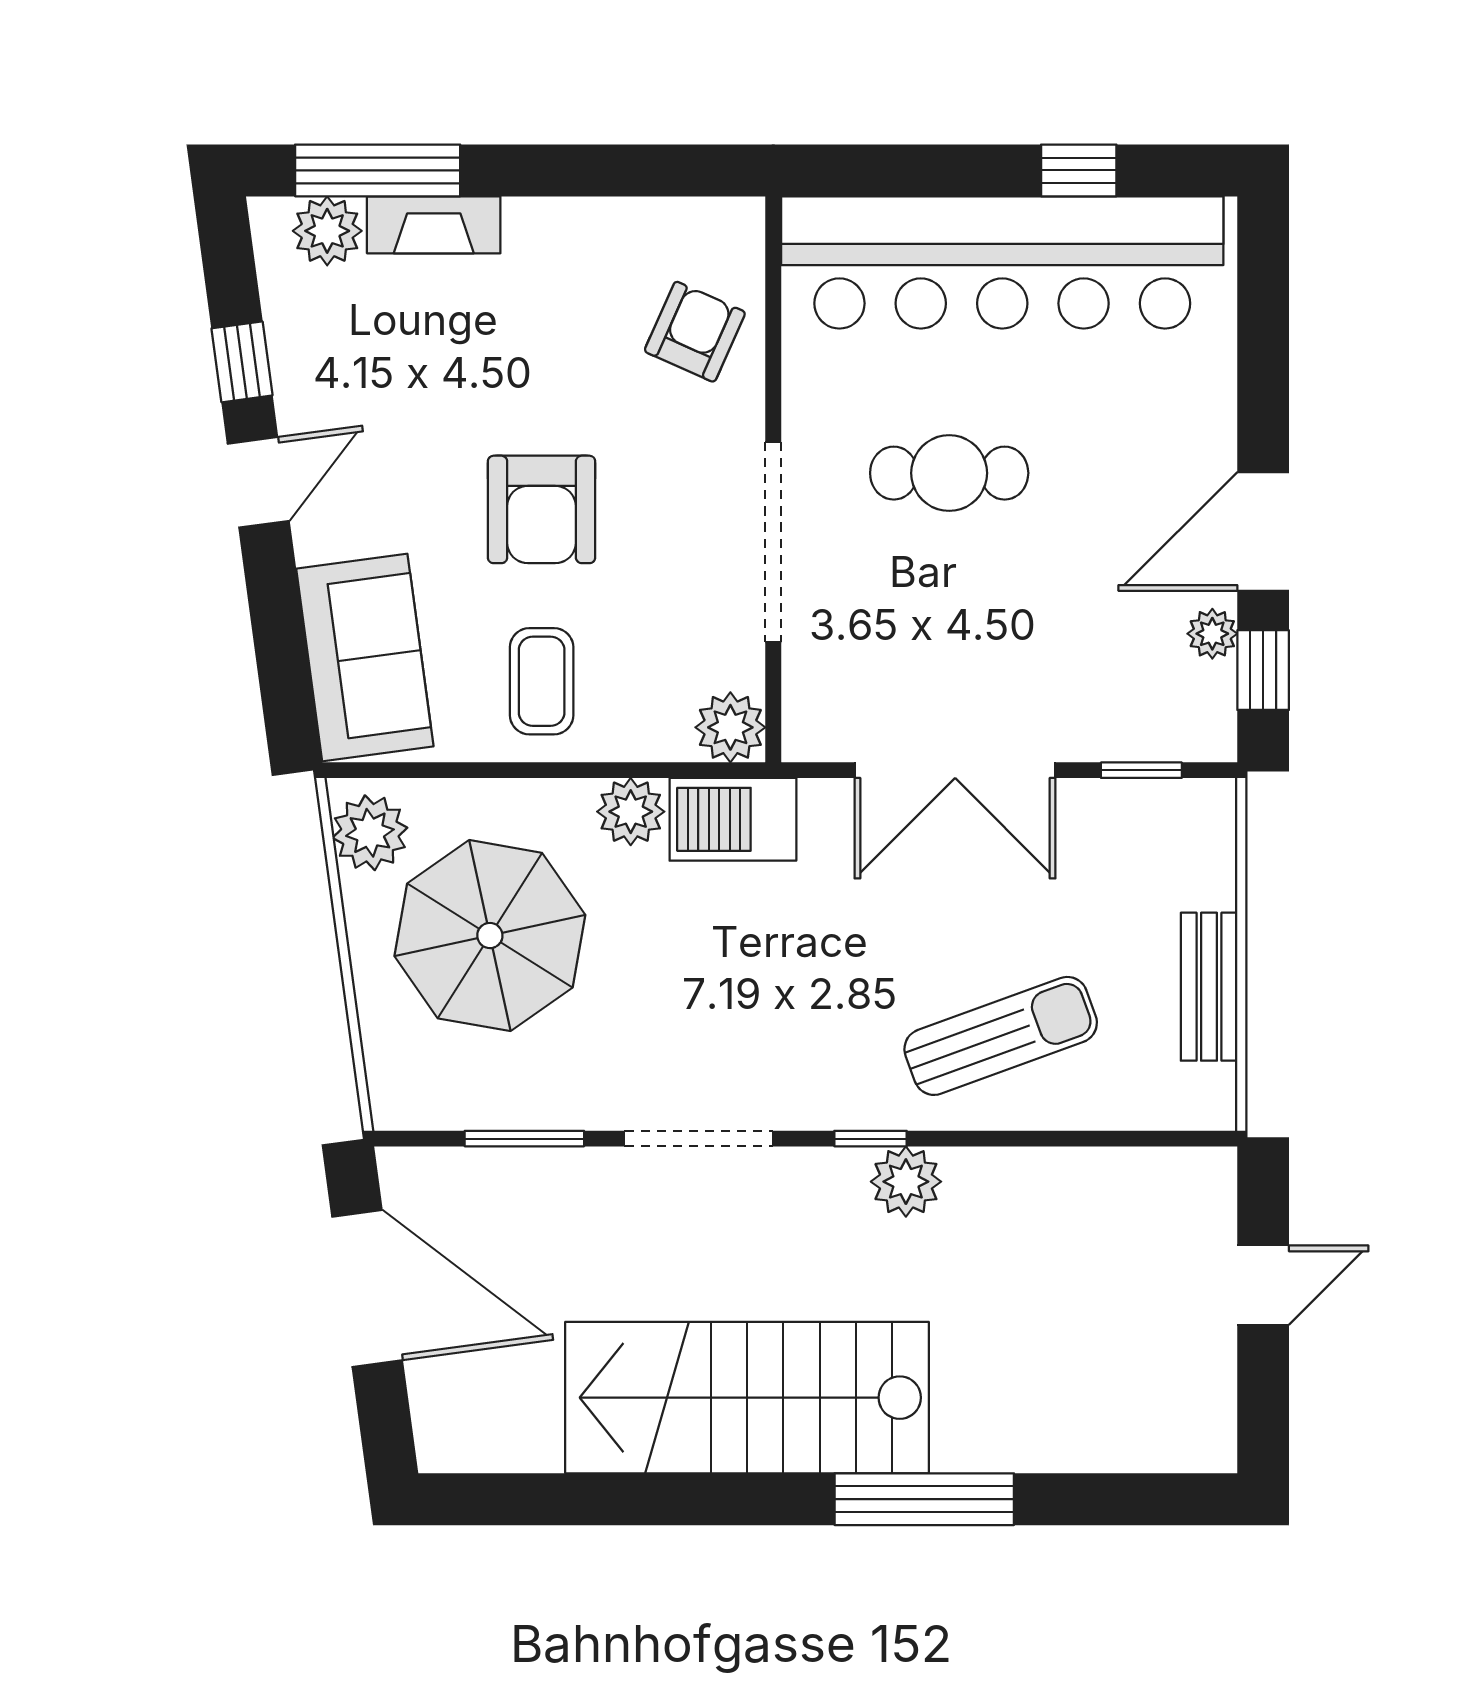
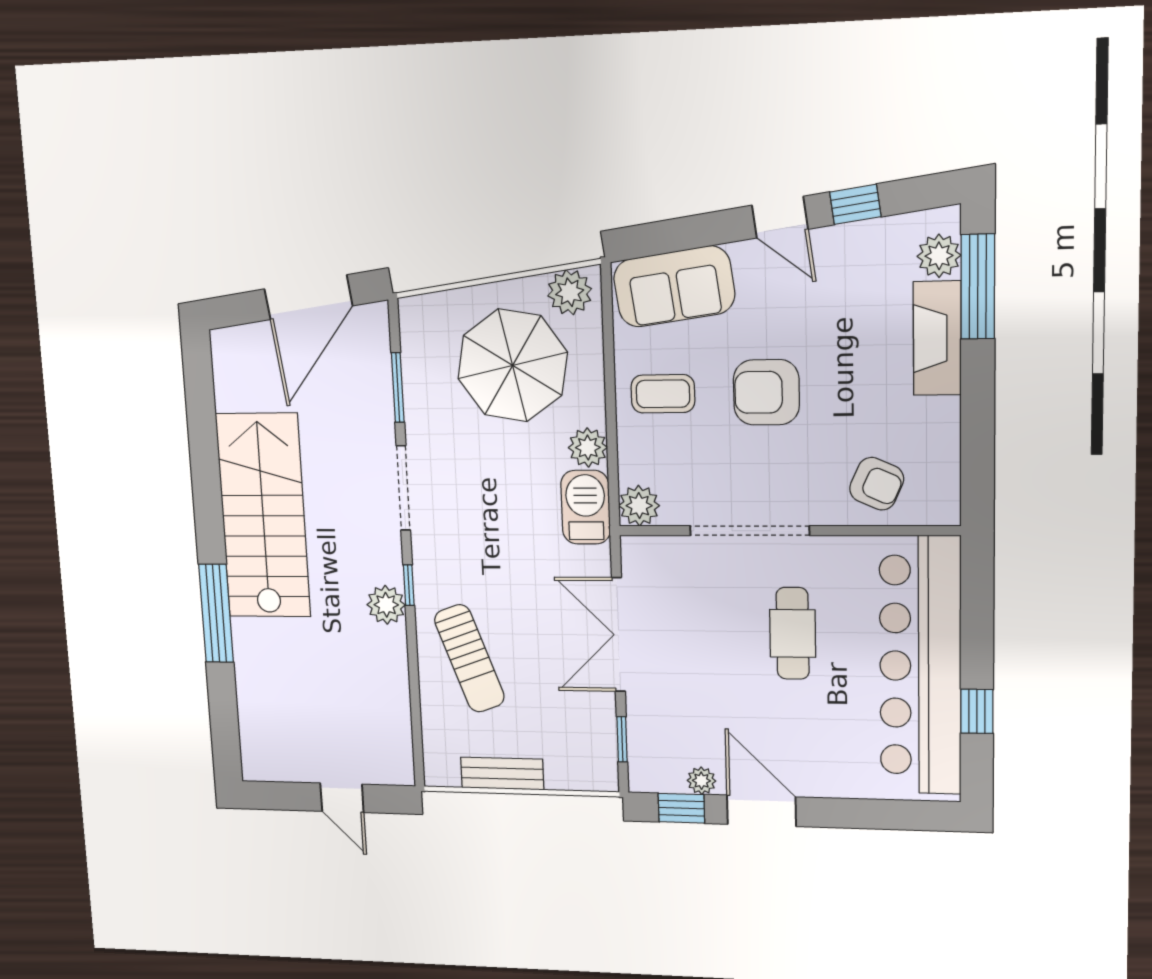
fireplace: (434, 225) -> (937, 338), width x1.37, depth x1.32

